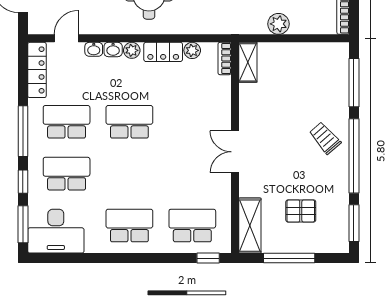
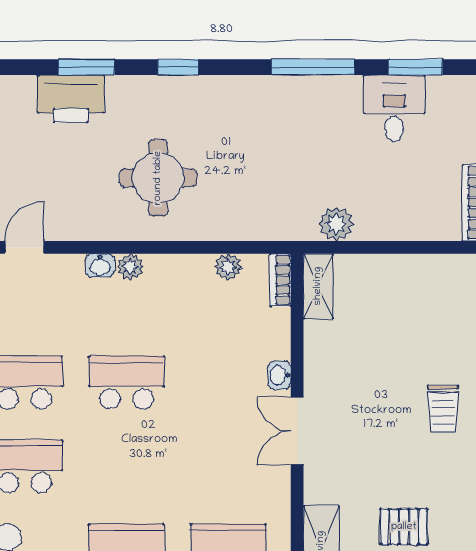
plant: (278, 24) -> (336, 224), moved
washbasin: (94, 49) -> (279, 375), moved, turned 90
locker: (163, 52) -> (181, 269), removed
trolley: (325, 138) -> (443, 409), turned -139

